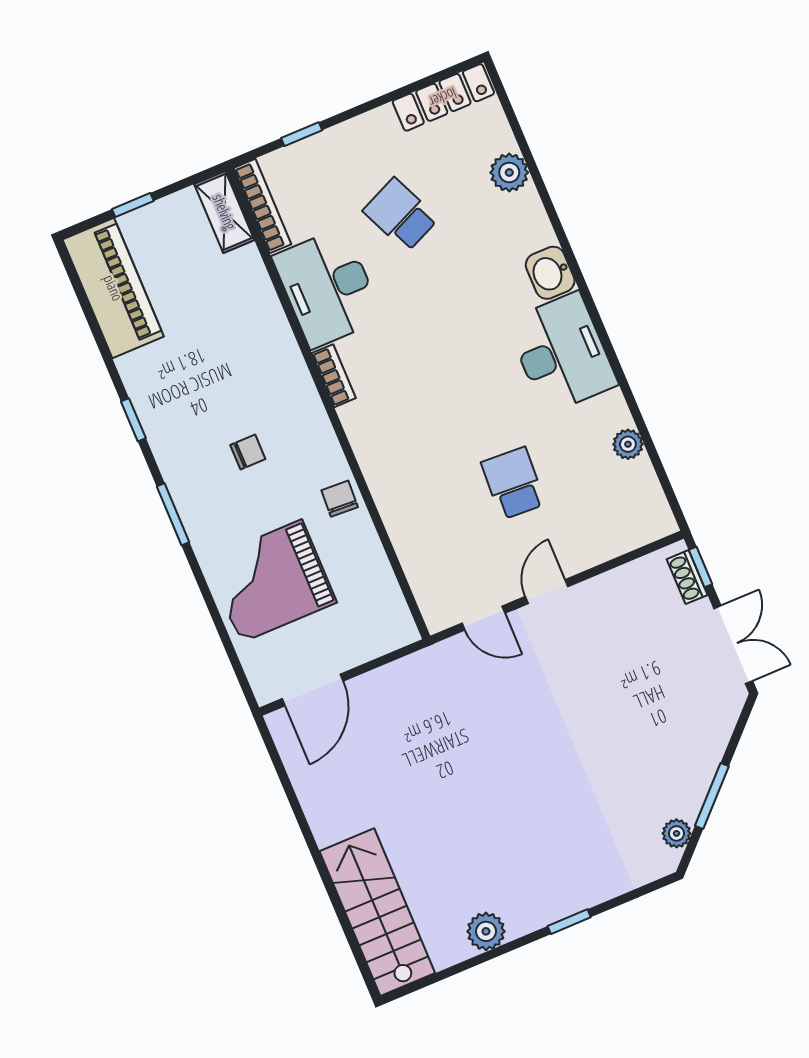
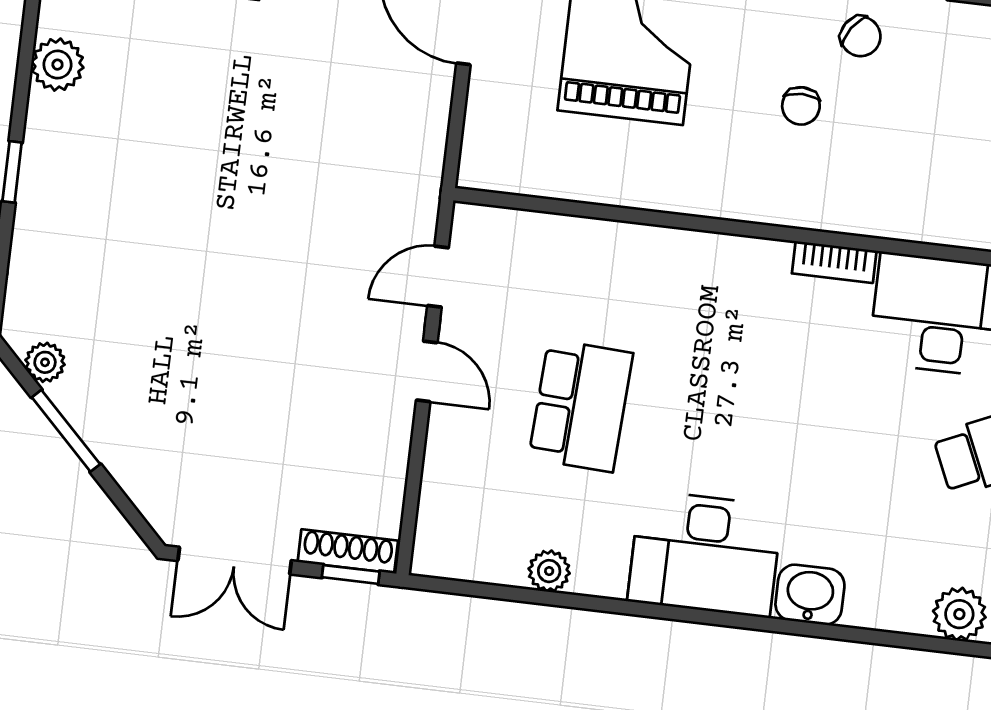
school desk: (513, 483) -> (581, 406), width x1.85
chair: (340, 499) -> (861, 36), moved, turned 31
shoe rack: (687, 577) -> (348, 551), width x1.43

